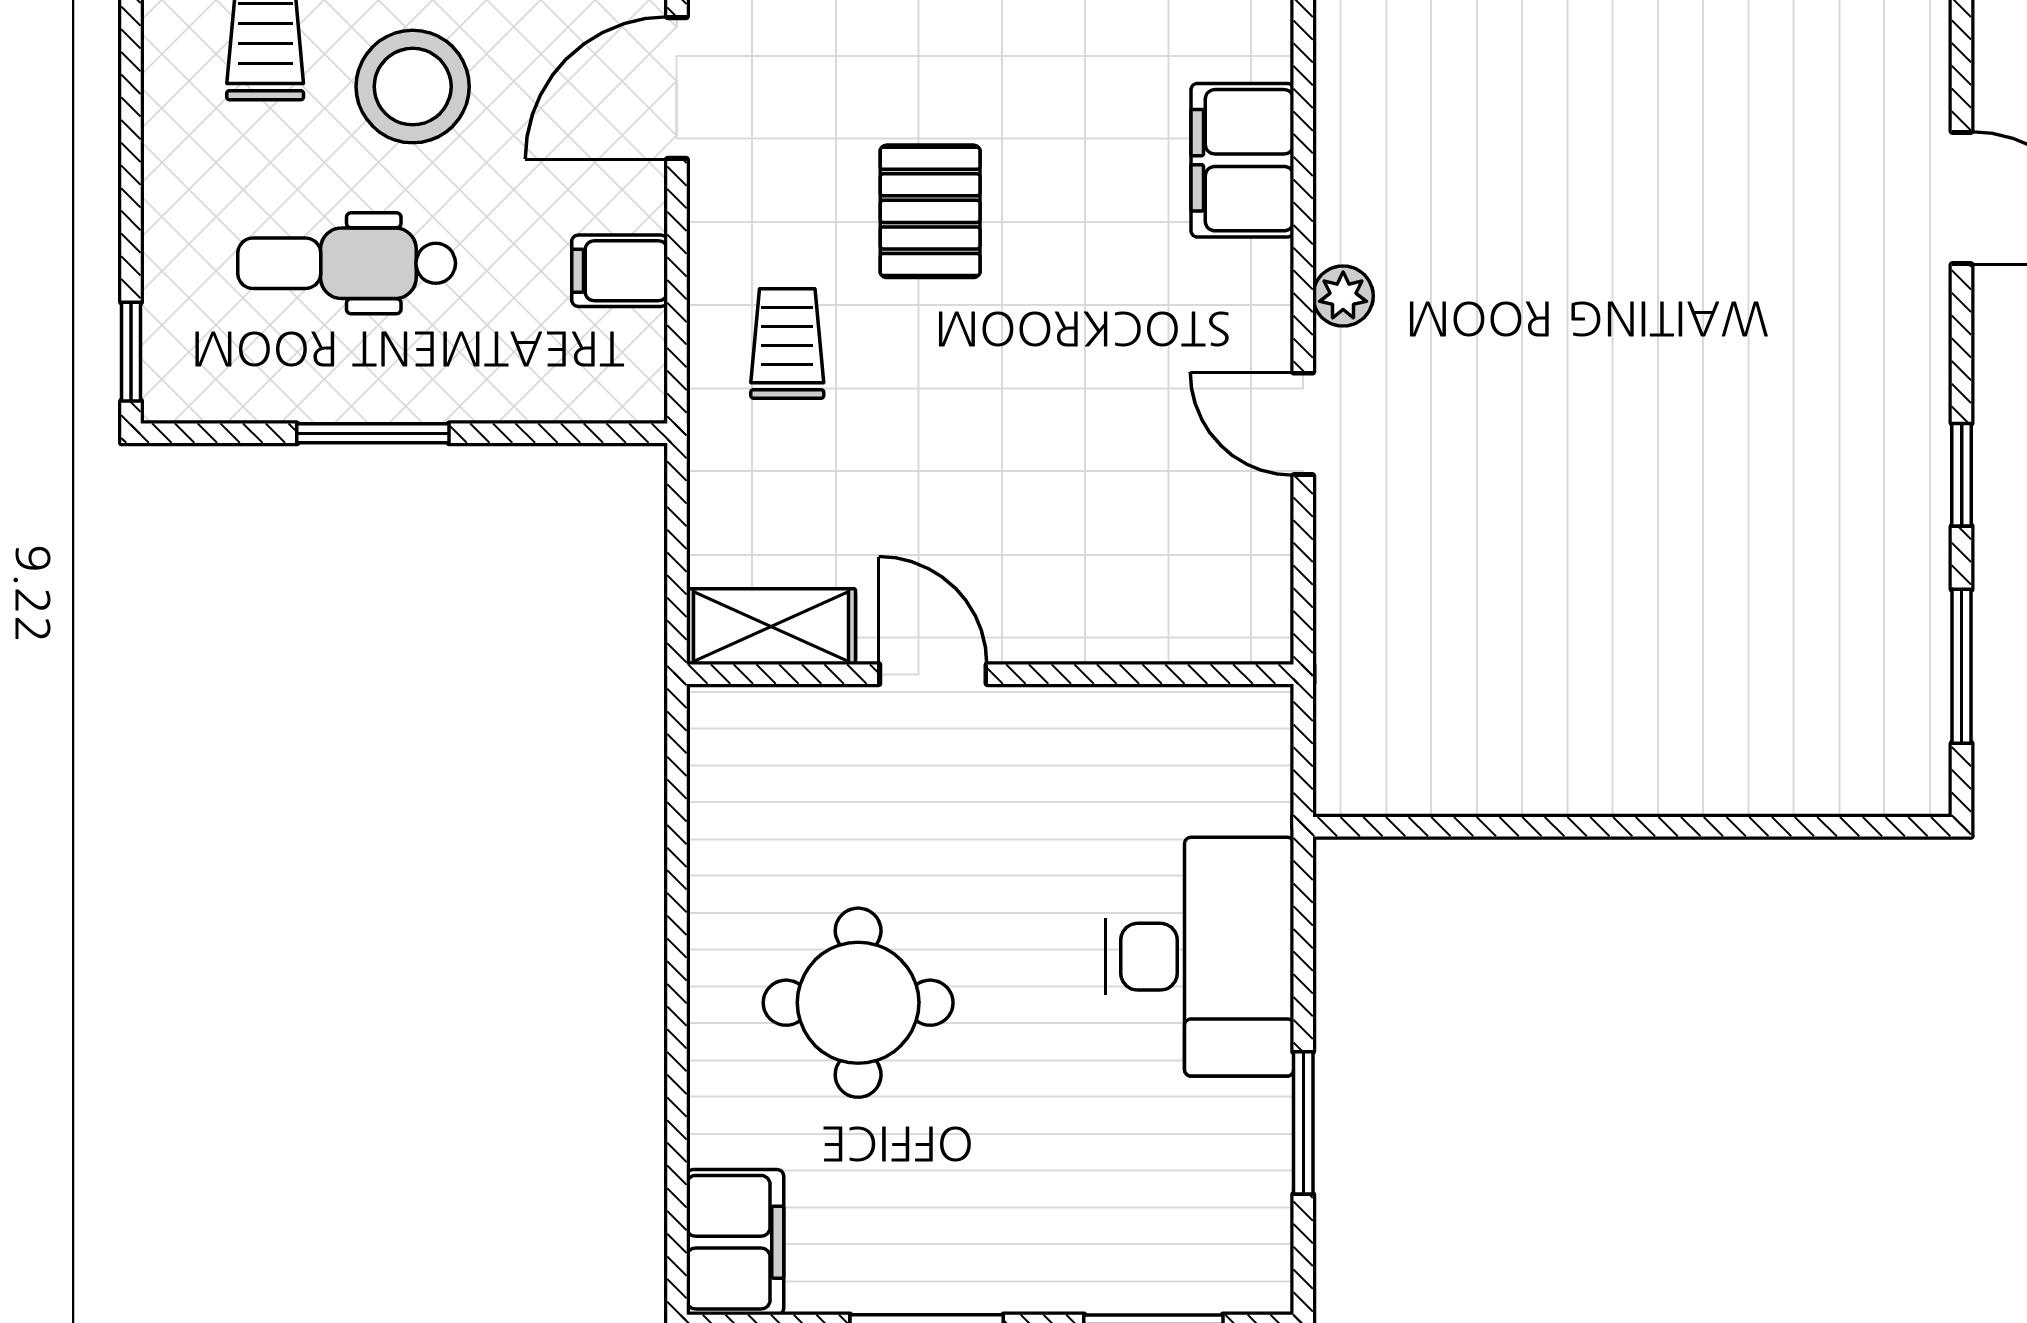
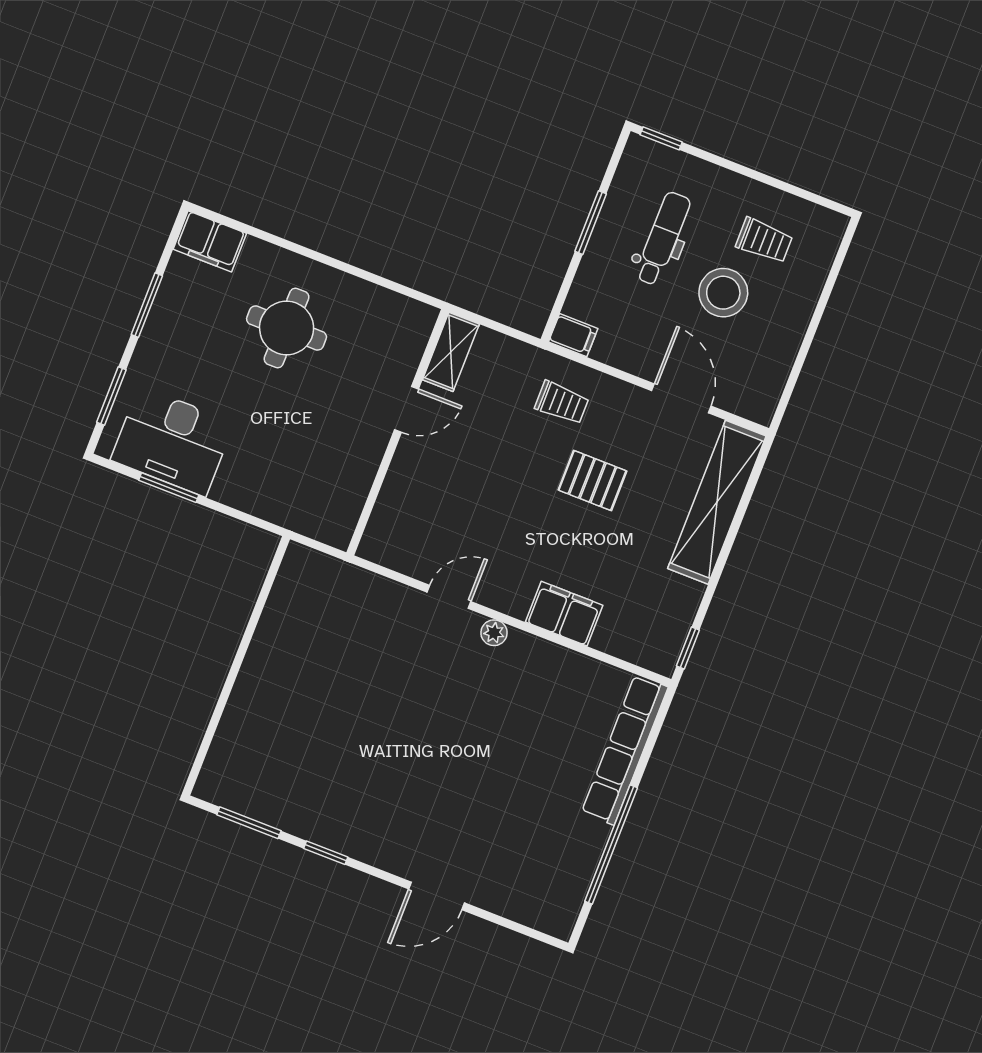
filing cabinet: (620, 271) -> (573, 335), moved, turned 90
desk: (1200, 957) -> (172, 441), moved

